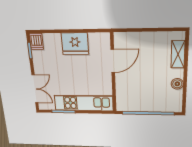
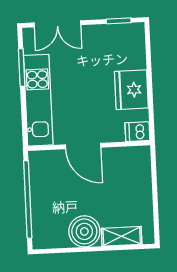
dishwasher: (36, 41) -> (137, 132), moved
door: (113, 61) -> (83, 146), moved
boiler: (177, 84) -> (84, 231), width x1.86, depth x1.86

